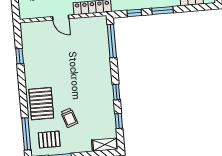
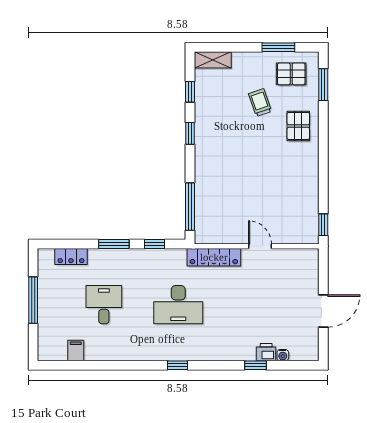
window: (20, 56) -> (323, 225), moved
pallet: (41, 104) -> (298, 126), width x0.67, depth x0.71
window: (26, 134) -> (323, 85), width x0.69

